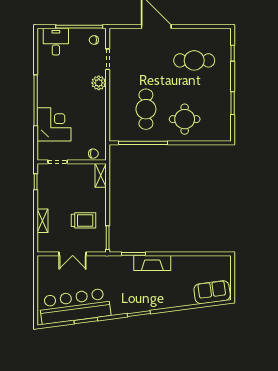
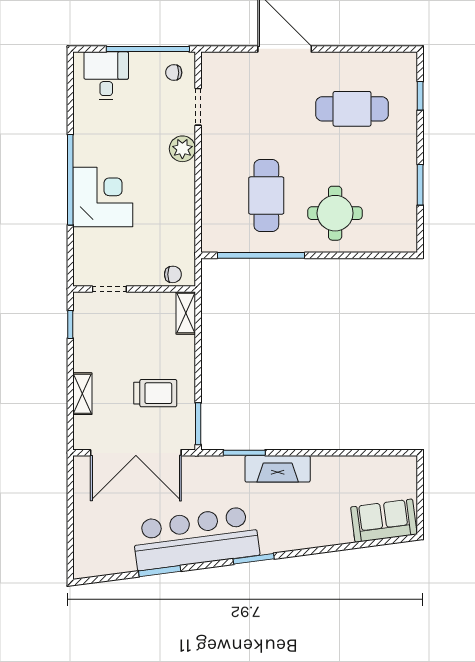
corner desk: (54, 124) -> (103, 197), moved
double door: (73, 254) -> (136, 453), width x1.87
bar counter: (75, 306) -> (196, 538), moved

